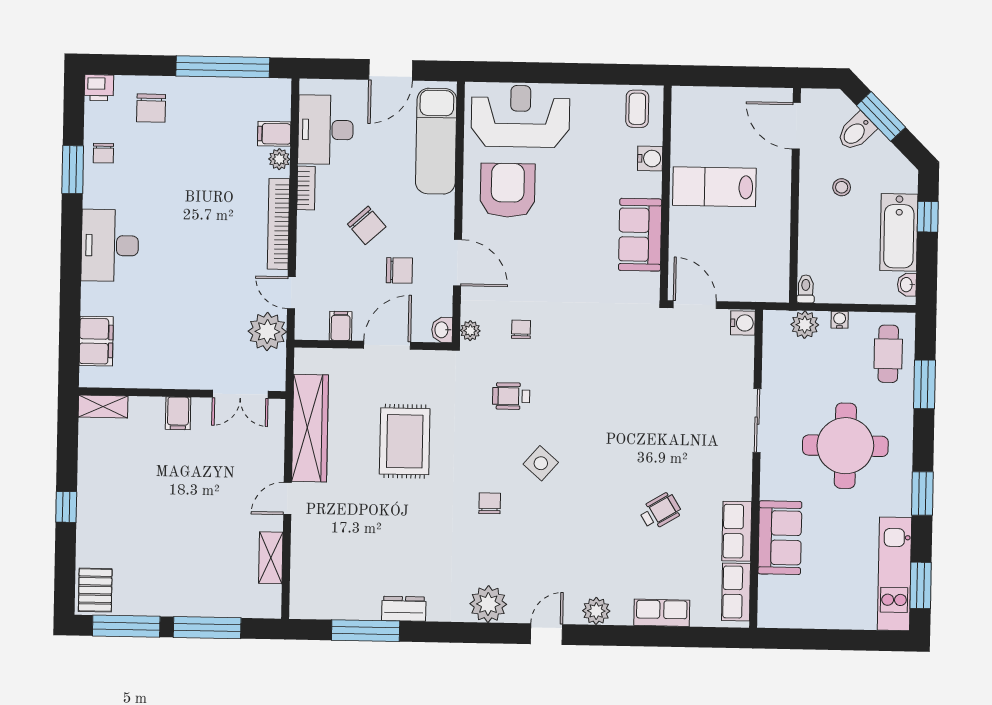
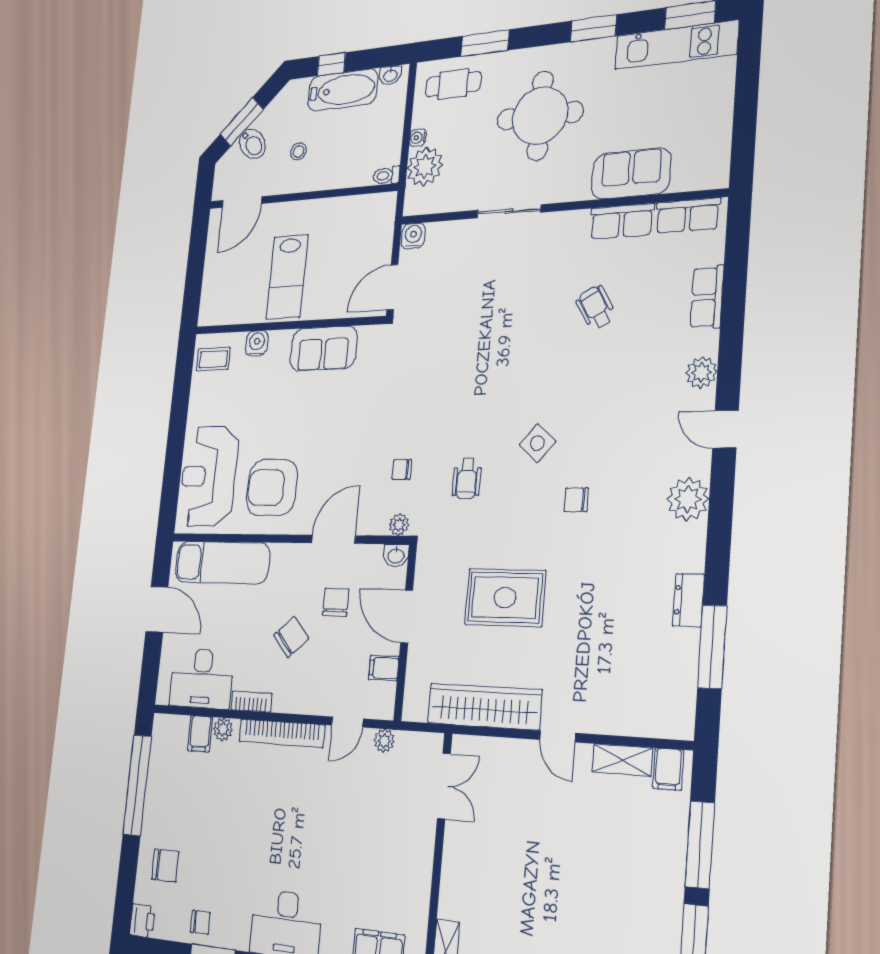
plant: (805, 325) -> (425, 167), width x1.36, depth x1.36
plant: (267, 332) -> (384, 741), width x0.53, depth x0.53
filing cabinet: (178, 413) -> (668, 769), moved, turned 90

